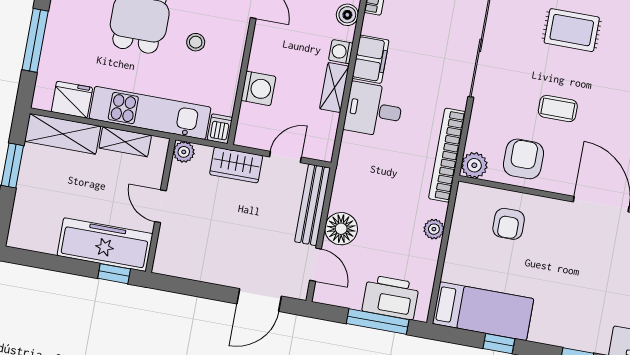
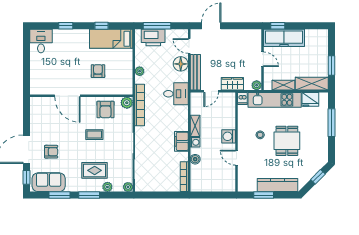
washing machine: (258, 88) -> (229, 136), moved
desk: (374, 110) -> (176, 94), moved
armchair: (509, 224) -> (98, 71), moved

